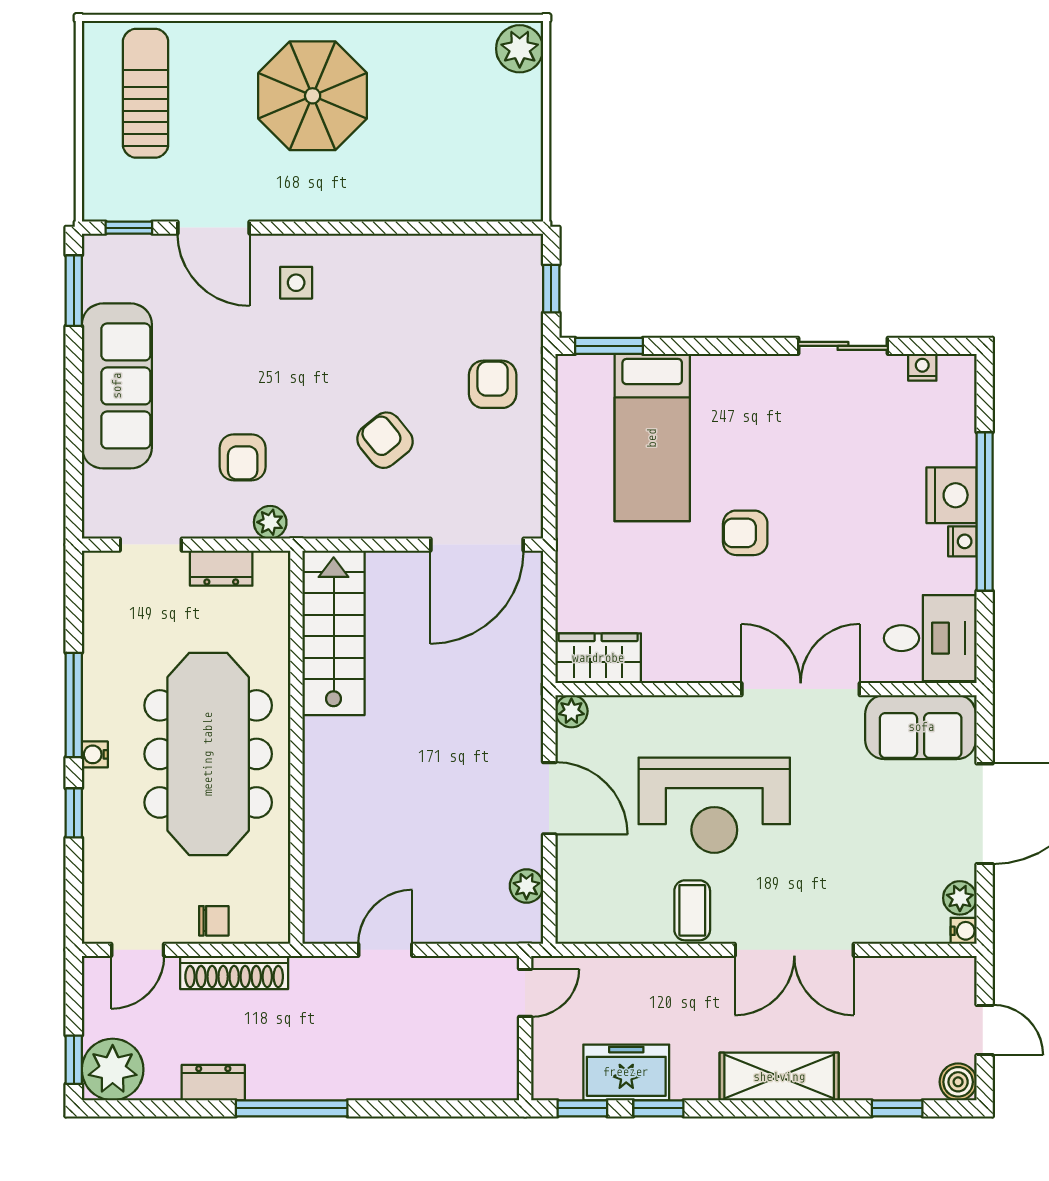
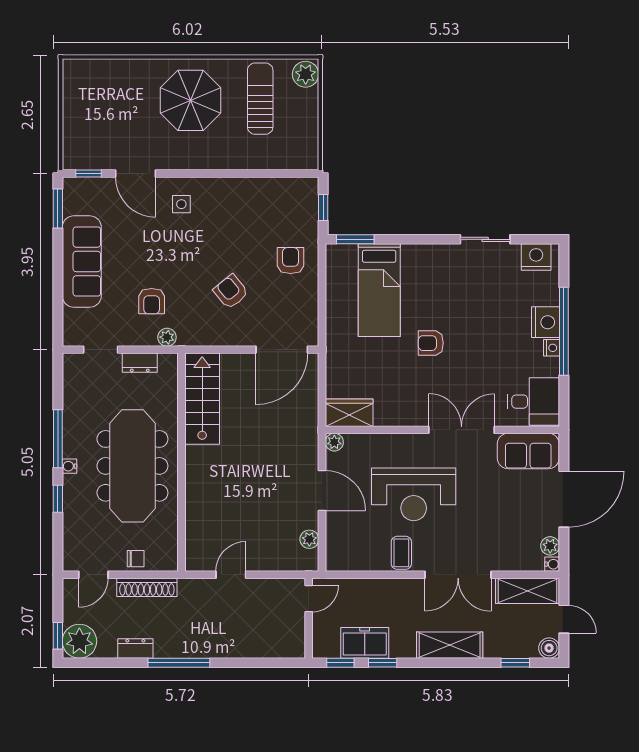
sun lounger: (146, 93) -> (260, 99), moved
nightstand: (922, 367) -> (536, 257), width x1.89, depth x1.79
shelving: (919, 979) -> (527, 591), added

